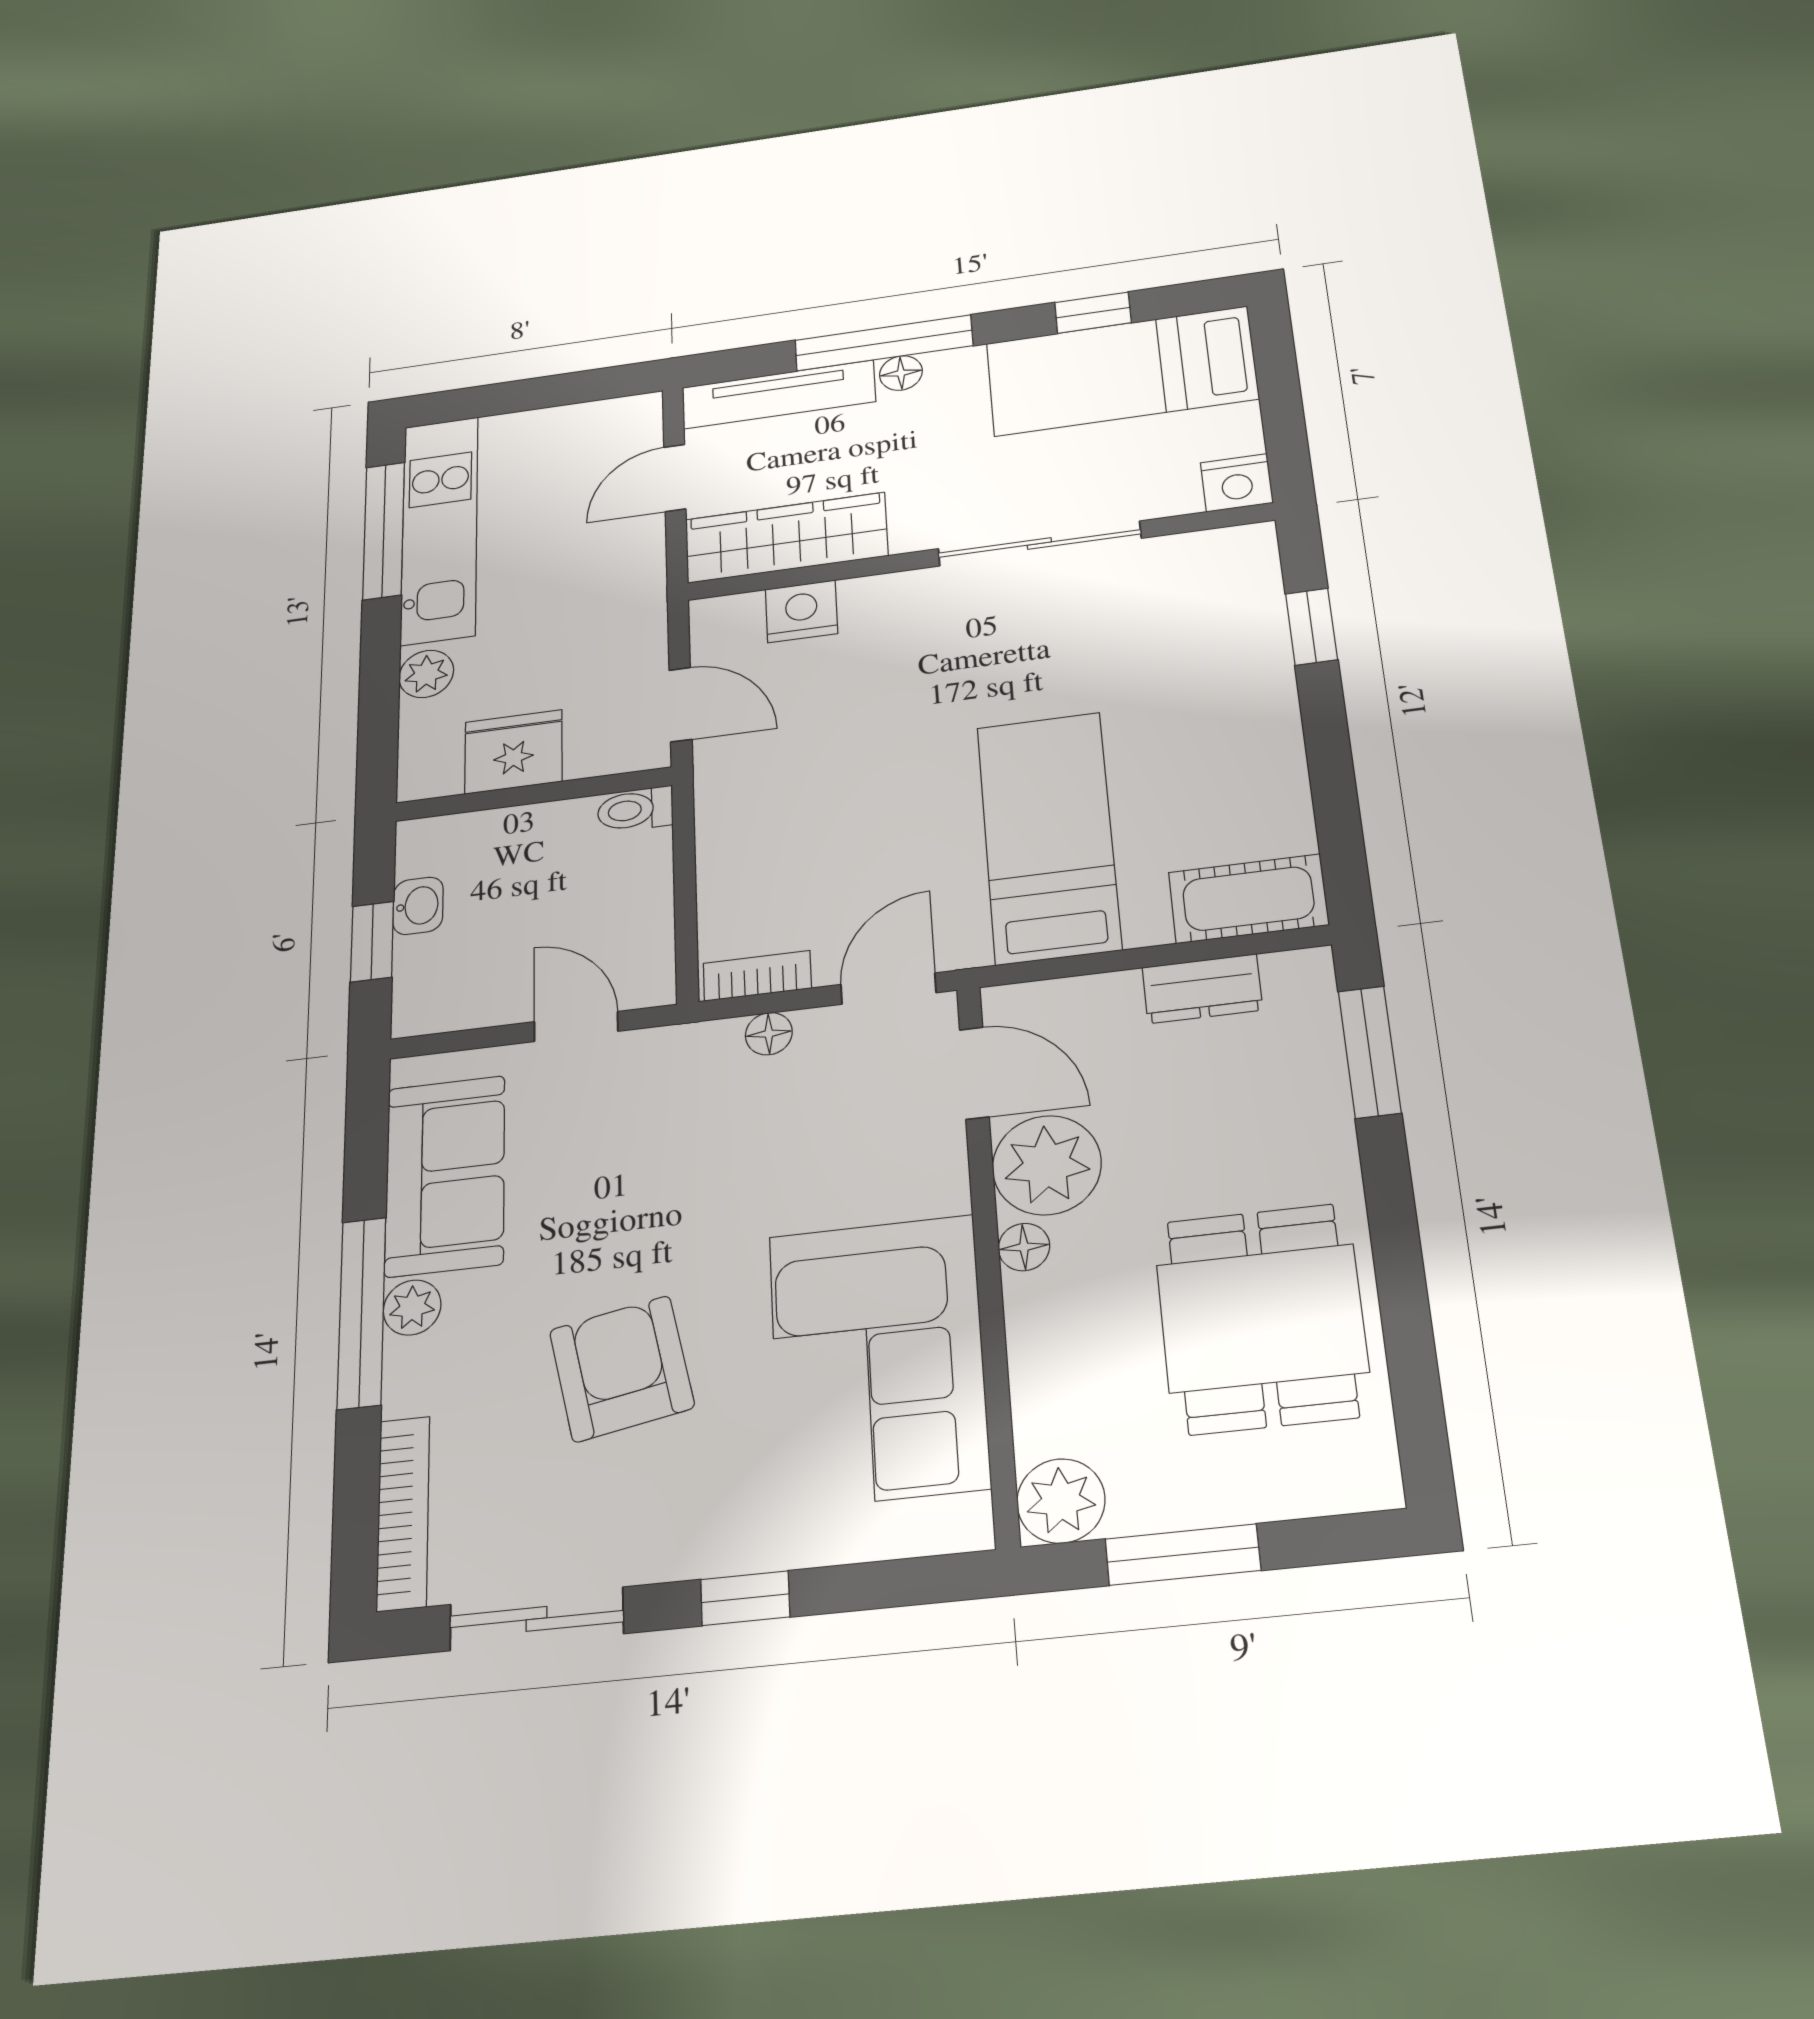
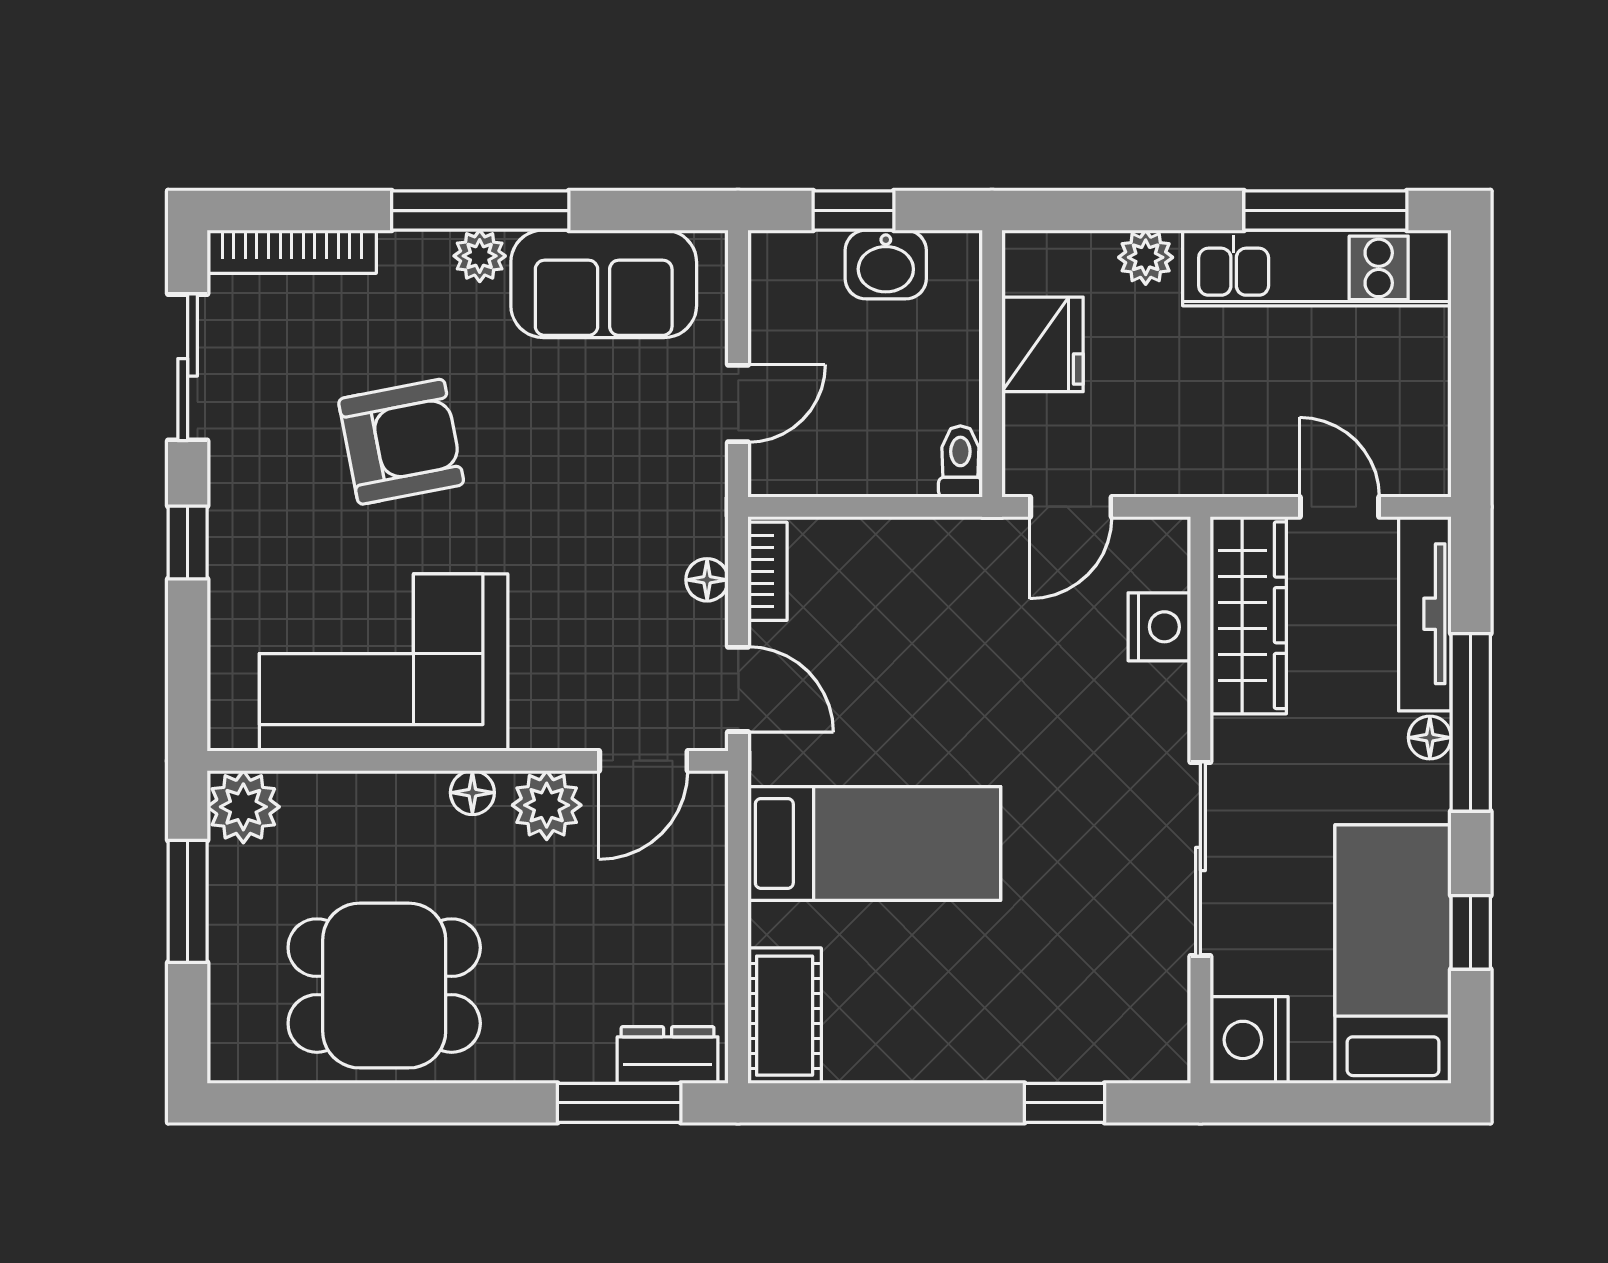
nightstand: (1237, 483) -> (1249, 1040), width x1.36, depth x1.33
washbasin: (418, 906) -> (886, 264), width x1.38, depth x1.45
dresser: (1202, 989) -> (668, 1055), moved, turned 90
plant: (1047, 1165) -> (547, 805), width x0.73, depth x0.73

